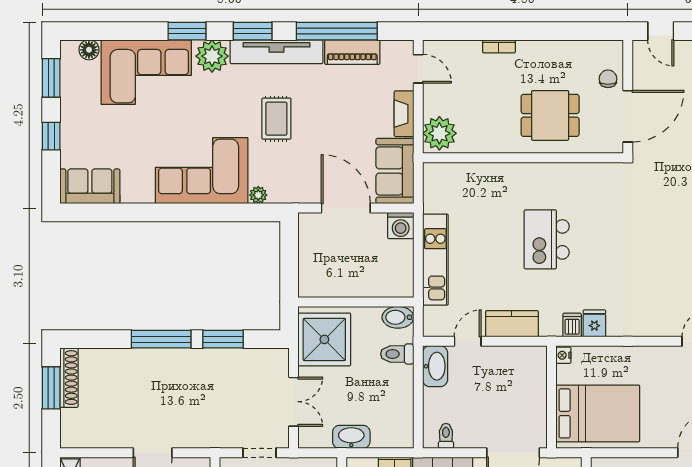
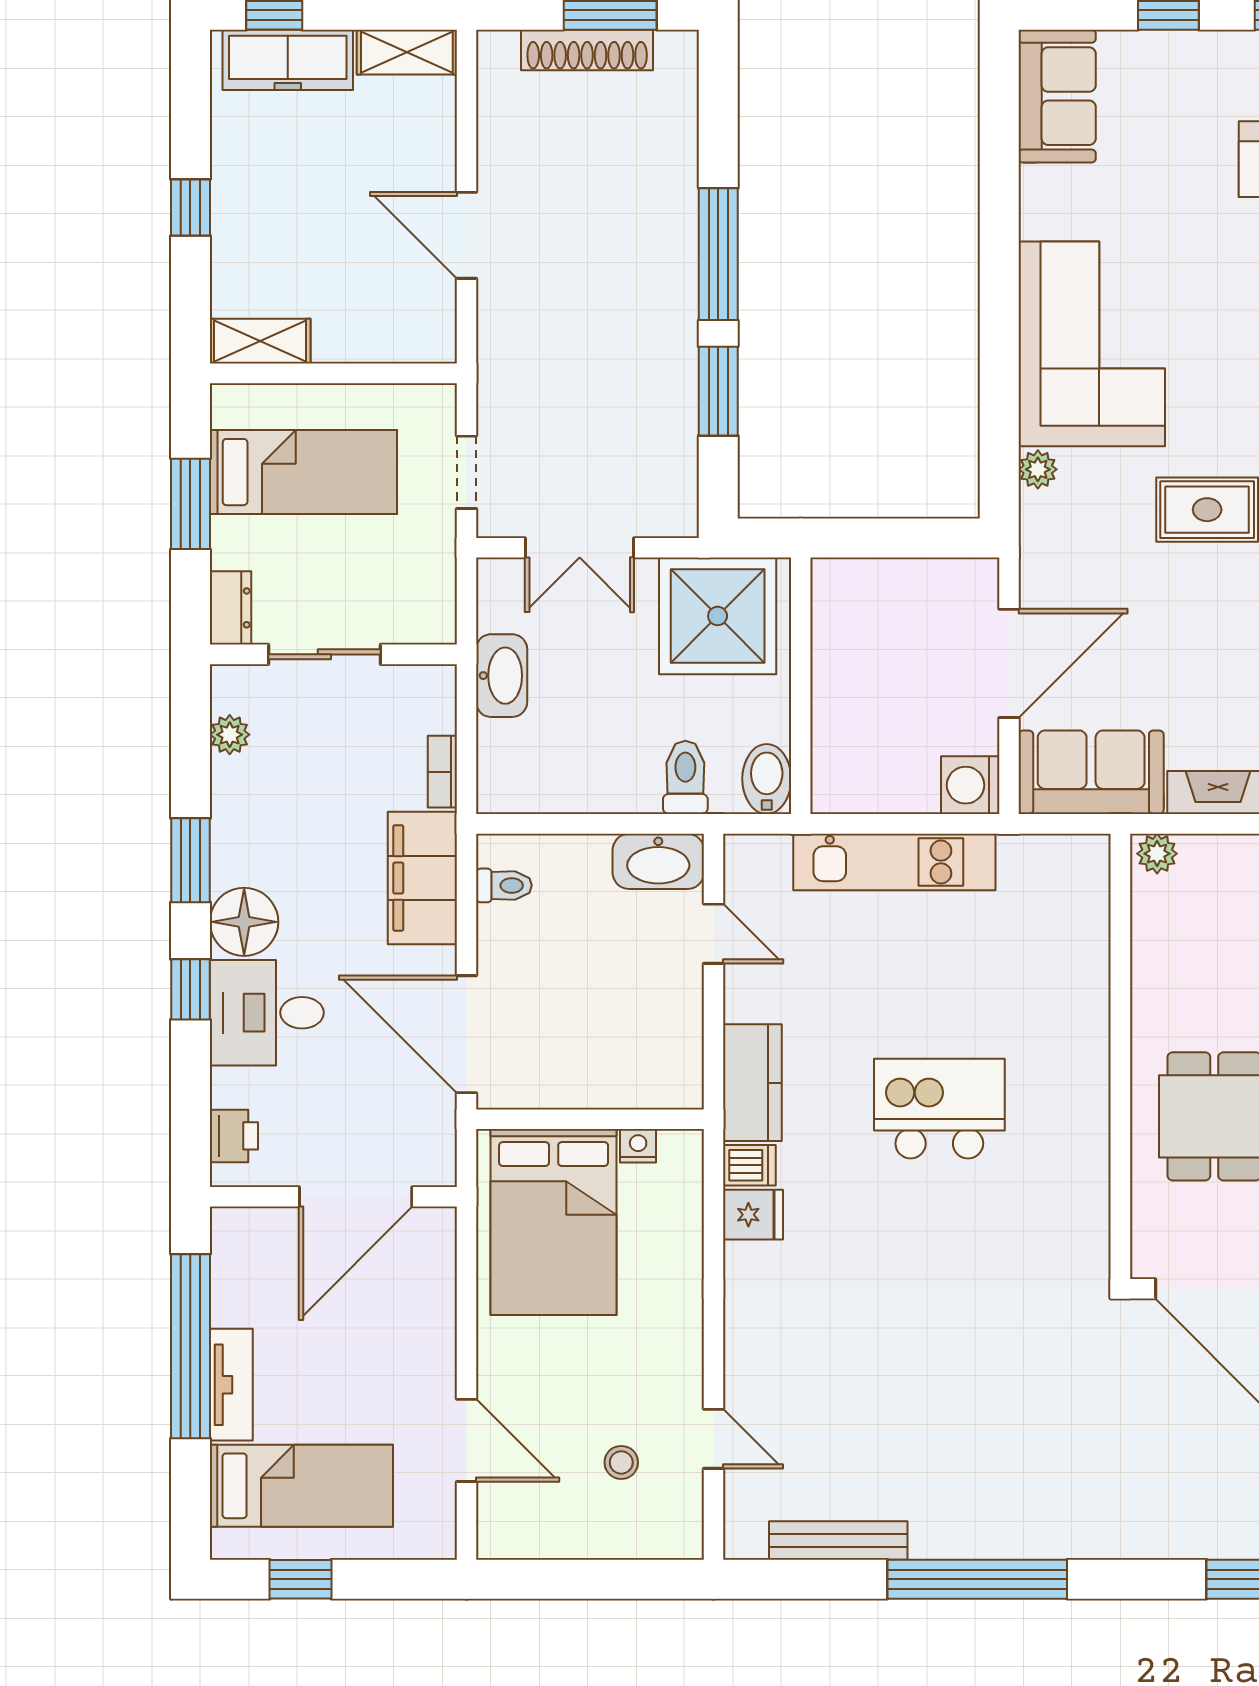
plant: (439, 133) -> (1157, 854), width x0.53, depth x0.53
kitchen counter: (512, 324) -> (752, 1083), moved
nightstand: (563, 355) -> (638, 1146), moved
shoe rack: (69, 378) -> (587, 50), moved

